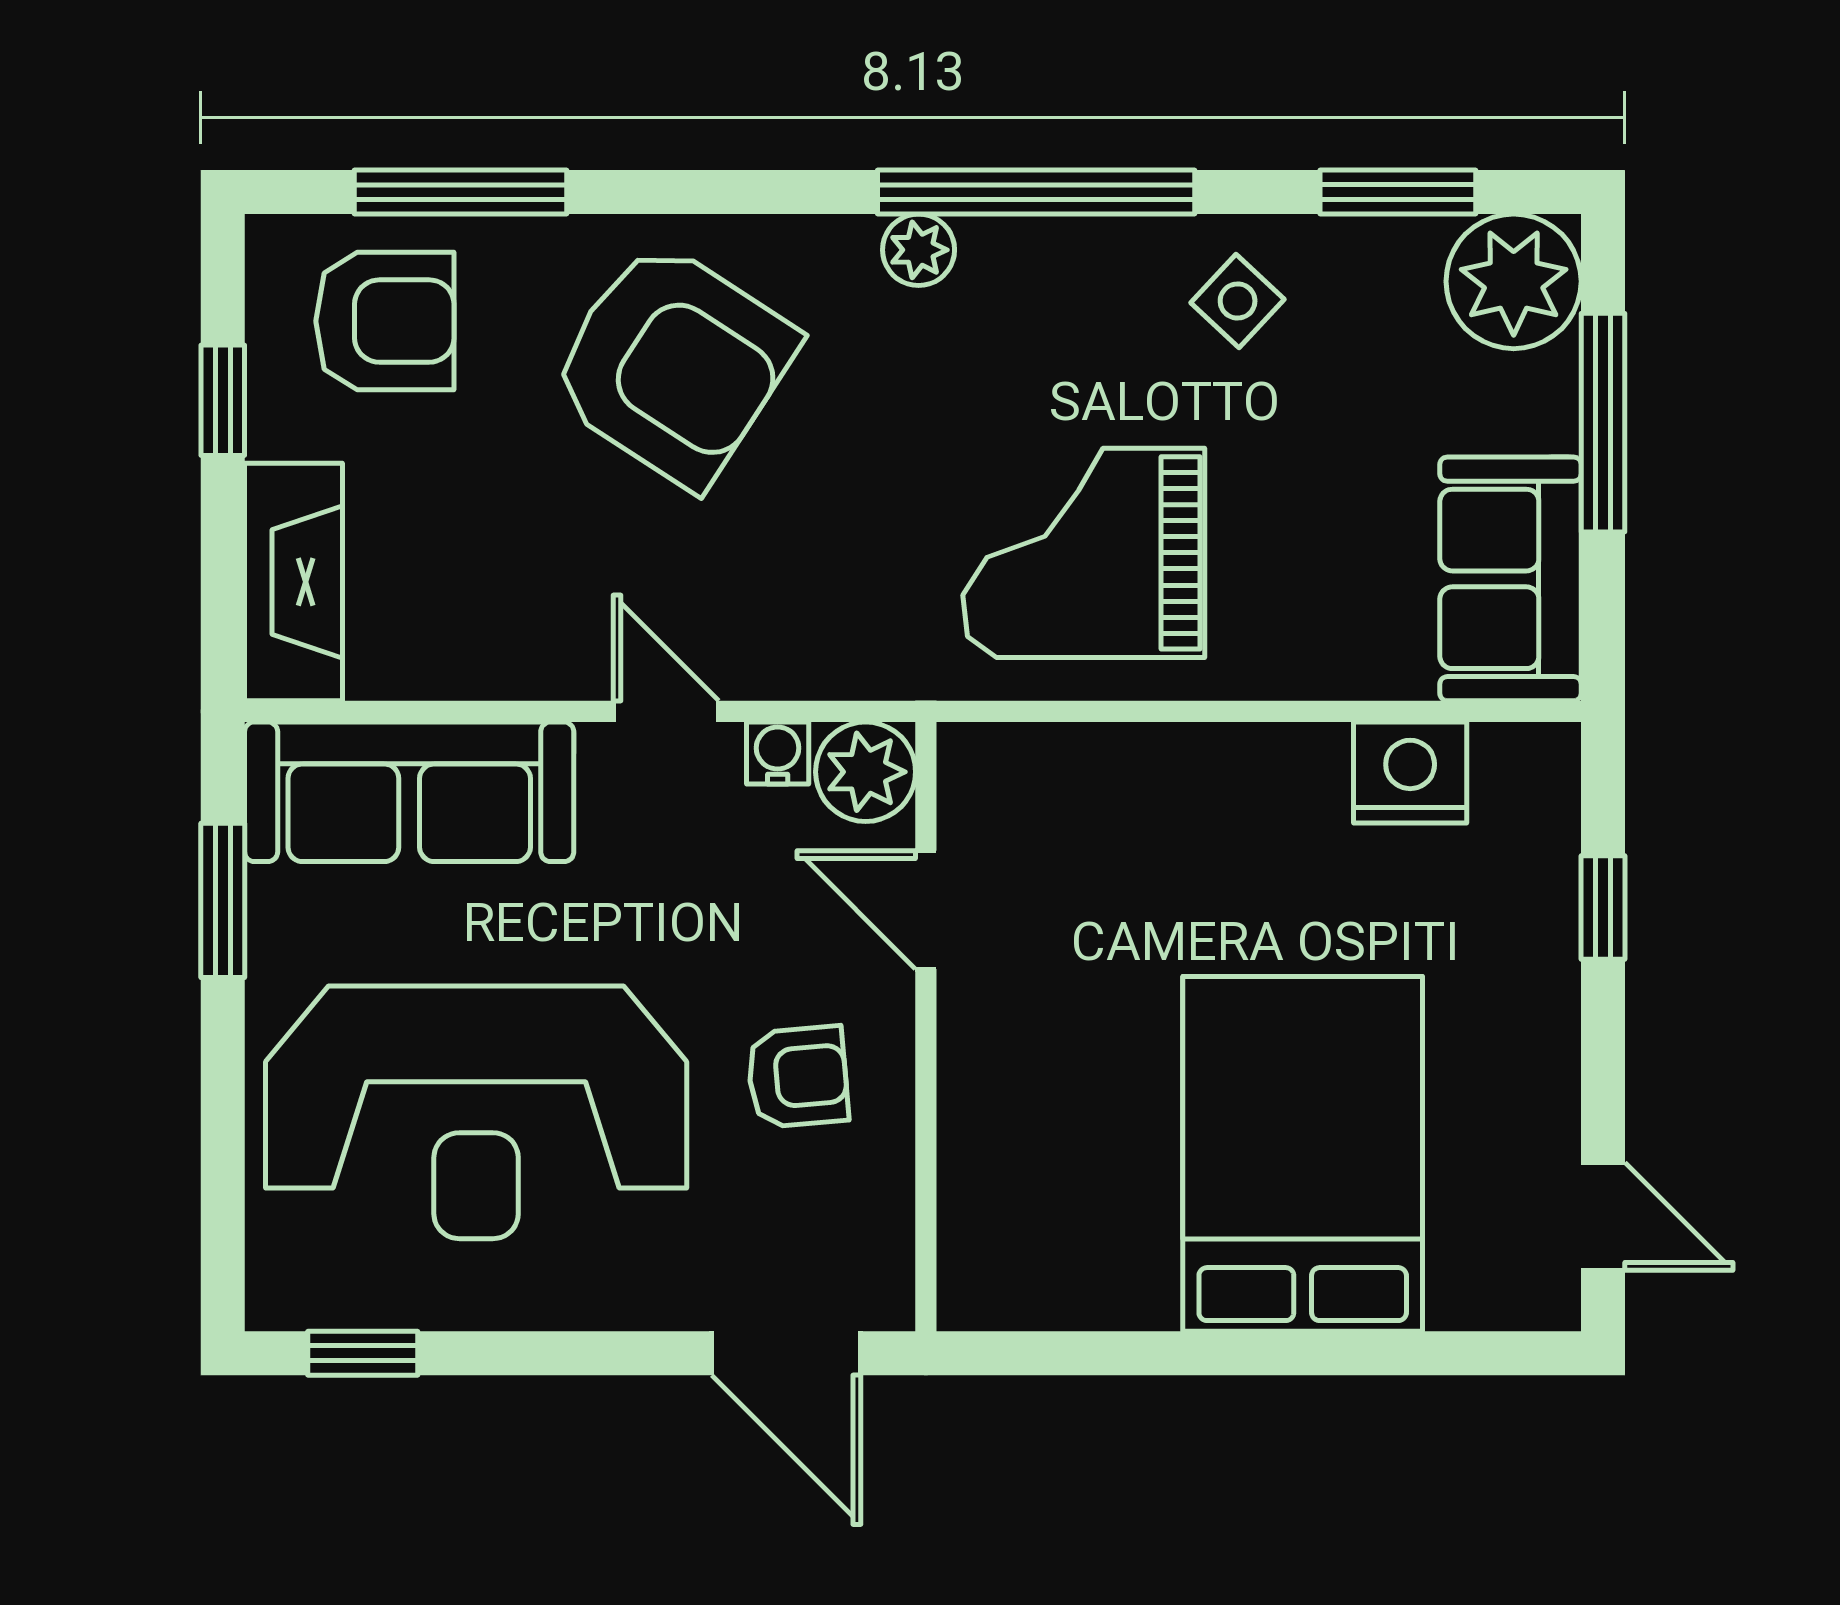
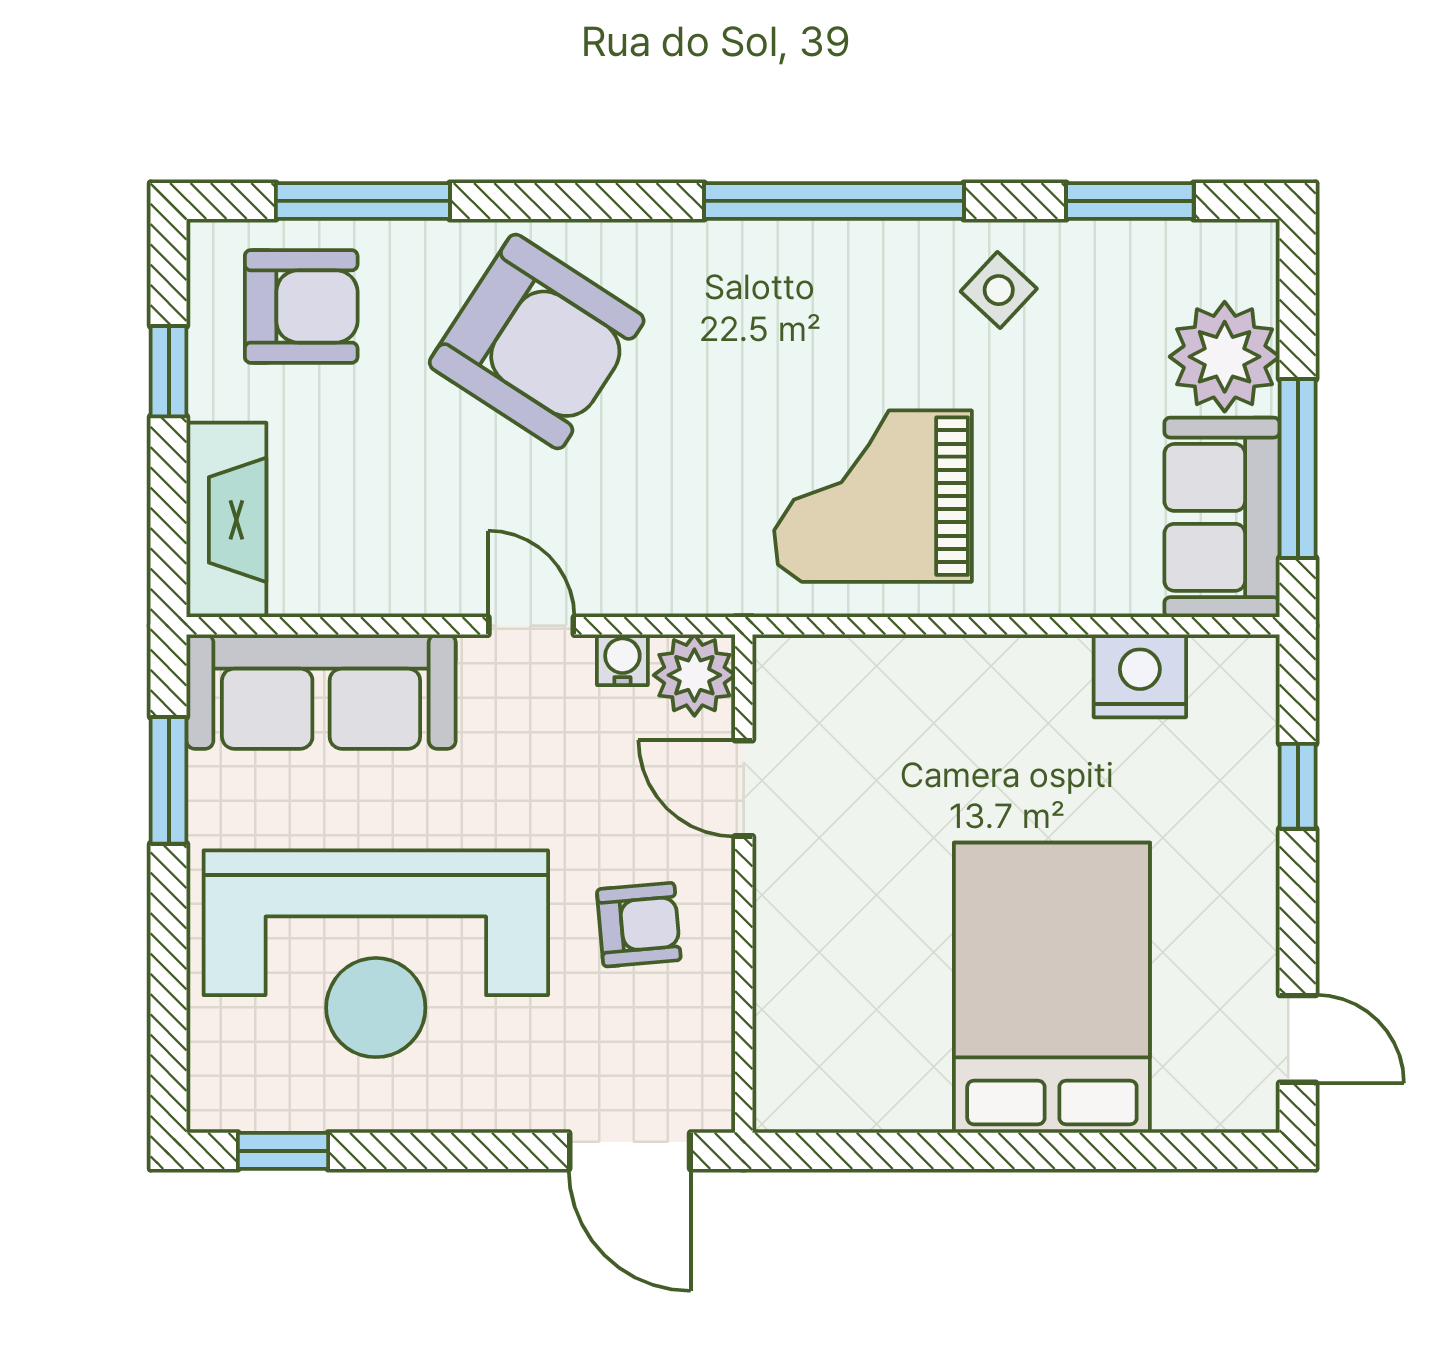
plant: (919, 250) -> (738, 248), removed
plant: (1514, 281) -> (1225, 357), moved
window: (1603, 423) -> (1298, 468), moved

